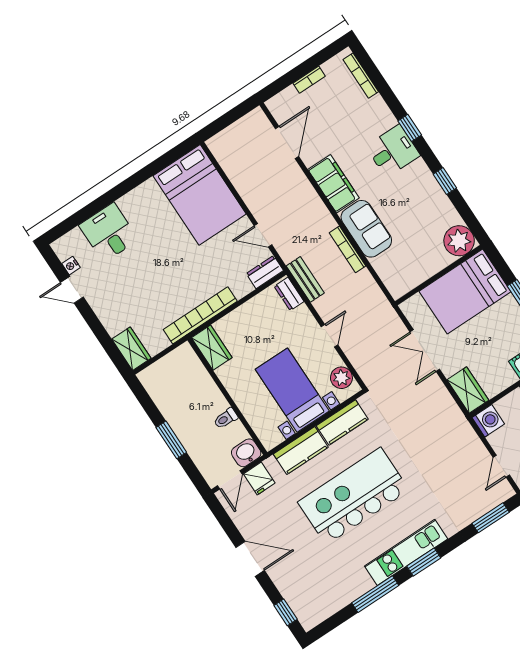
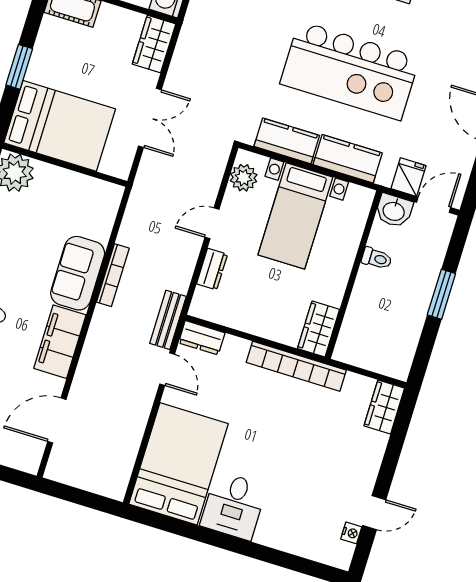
desk: (109, 232) -> (234, 506), moved
bench: (305, 279) -> (168, 320), moved
door: (72, 290) -> (374, 513), hinge flipped
dresser: (289, 294) -> (212, 269), moved

